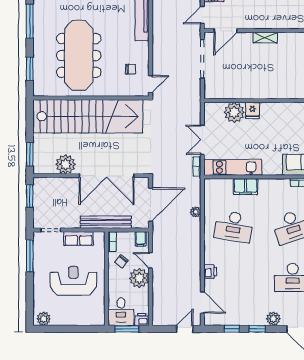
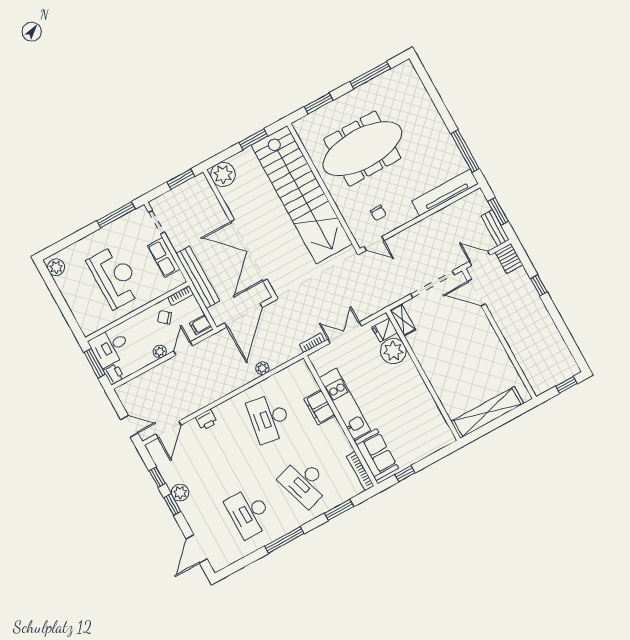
shelving: (265, 38) -> (403, 320), moved
fridge: (252, 110) -> (385, 330), moved
window: (30, 154) -> (253, 139), moved
plant: (66, 164) -> (223, 174), moved
kitchen unit: (233, 167) -> (345, 404), moved
door: (151, 205) -> (243, 315), hinge flipped
plant: (139, 278) -> (160, 352), width x0.53, depth x0.53
plant: (273, 319) -> (180, 493), moved

